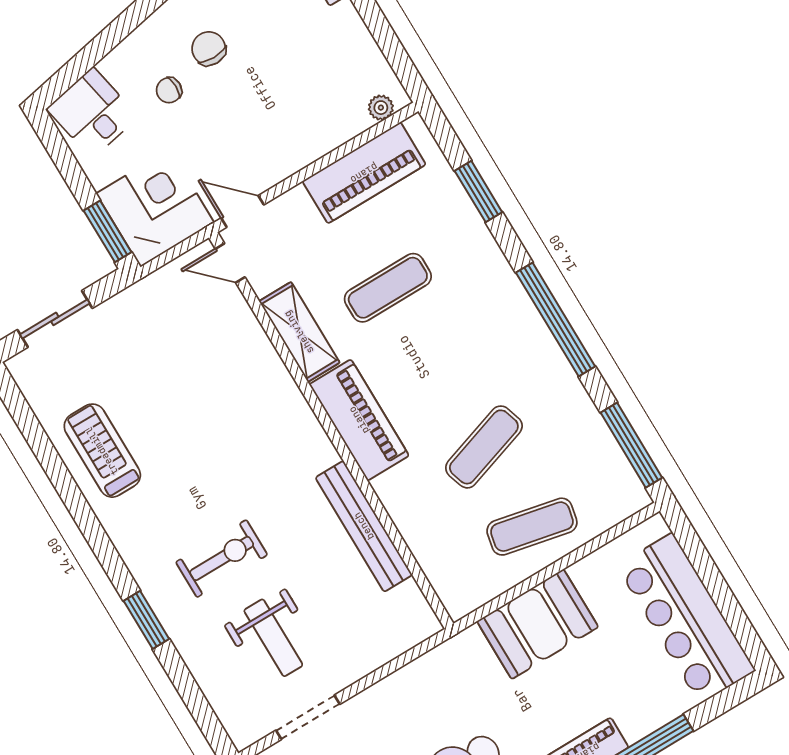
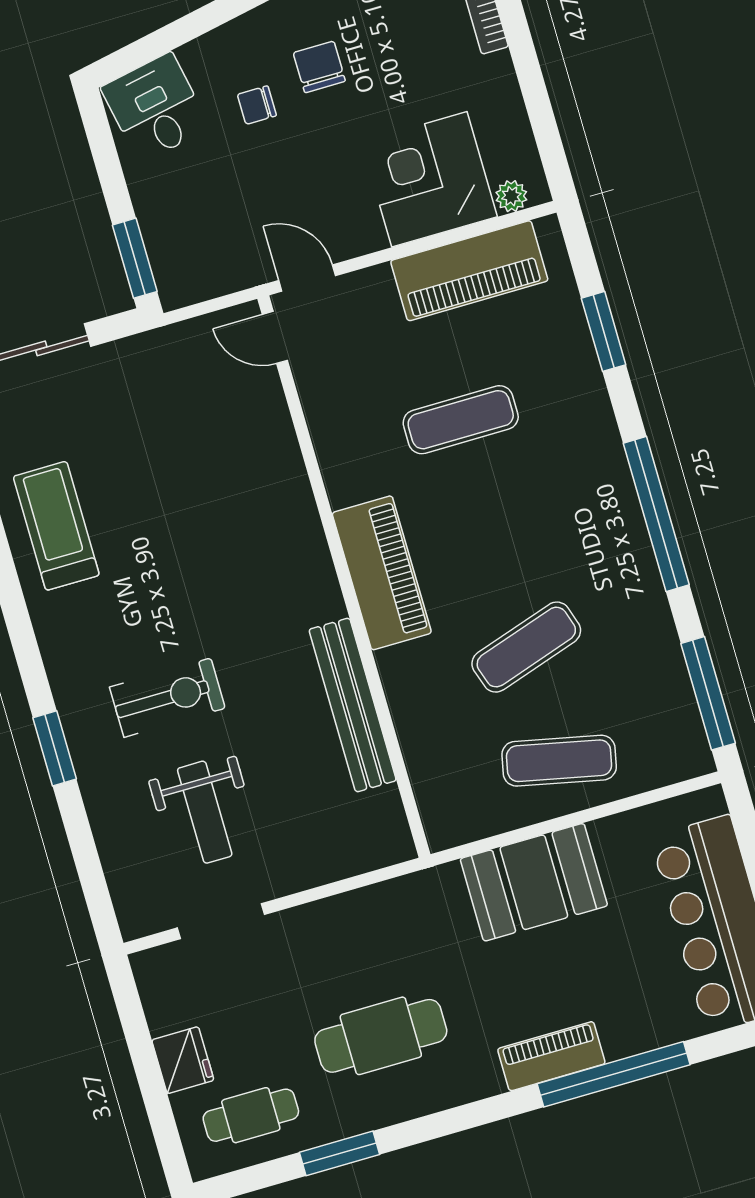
corner desk: (155, 208) -> (429, 179), moved, turned -90
shelving: (299, 332) -> (337, 445), removed

